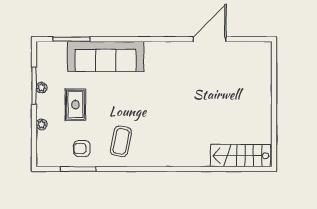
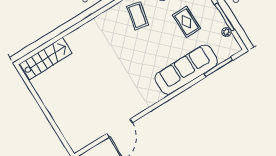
plant: (42, 88) -> (226, 32), moved

